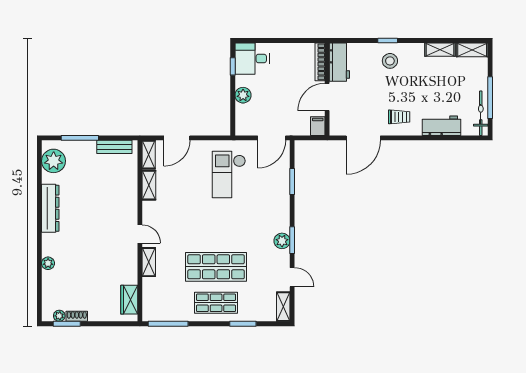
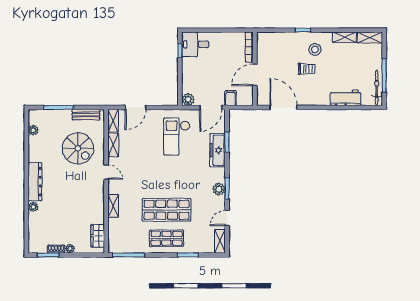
stool: (390, 61) -> (315, 49), moved
workbench: (339, 62) -> (265, 47), removed
plant: (243, 95) -> (188, 99), moved
trolley: (399, 117) -> (307, 69), moved
filing cabinet: (318, 126) -> (230, 98), moved
door: (363, 138) -> (283, 107), swing flipped
plant: (54, 161) -> (33, 130), width x0.53, depth x0.53
spiral stairs: (104, 190) -> (78, 148), added
freezer: (280, 192) -> (217, 150), added
dresser: (50, 208) -> (35, 182), moved
door: (140, 234) -> (106, 172), moved
door: (292, 277) -> (227, 218), swing flipped
plant: (59, 316) -> (70, 249), moved

